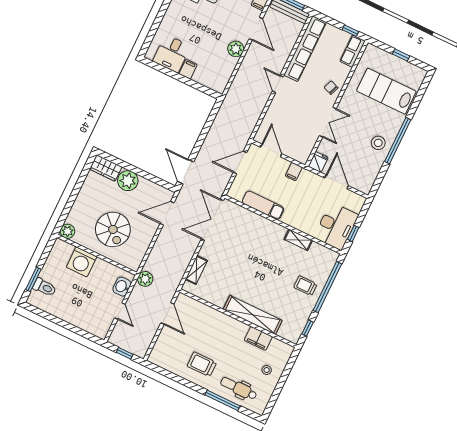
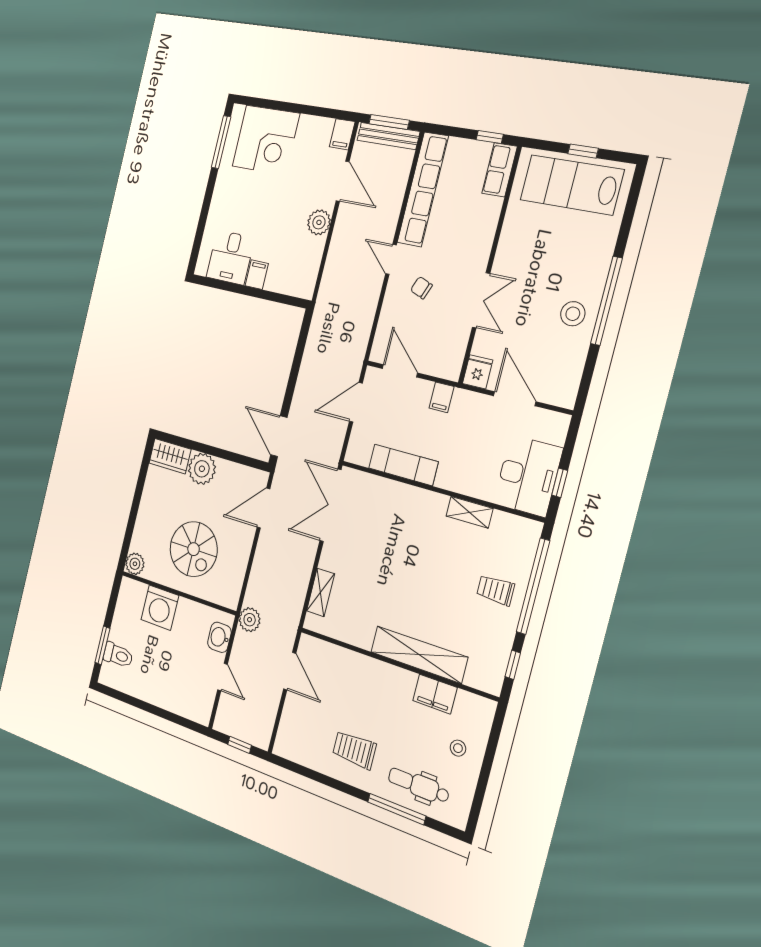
chair: (331, 88) -> (421, 288), moved
lab bench: (386, 91) -> (572, 185), moved

